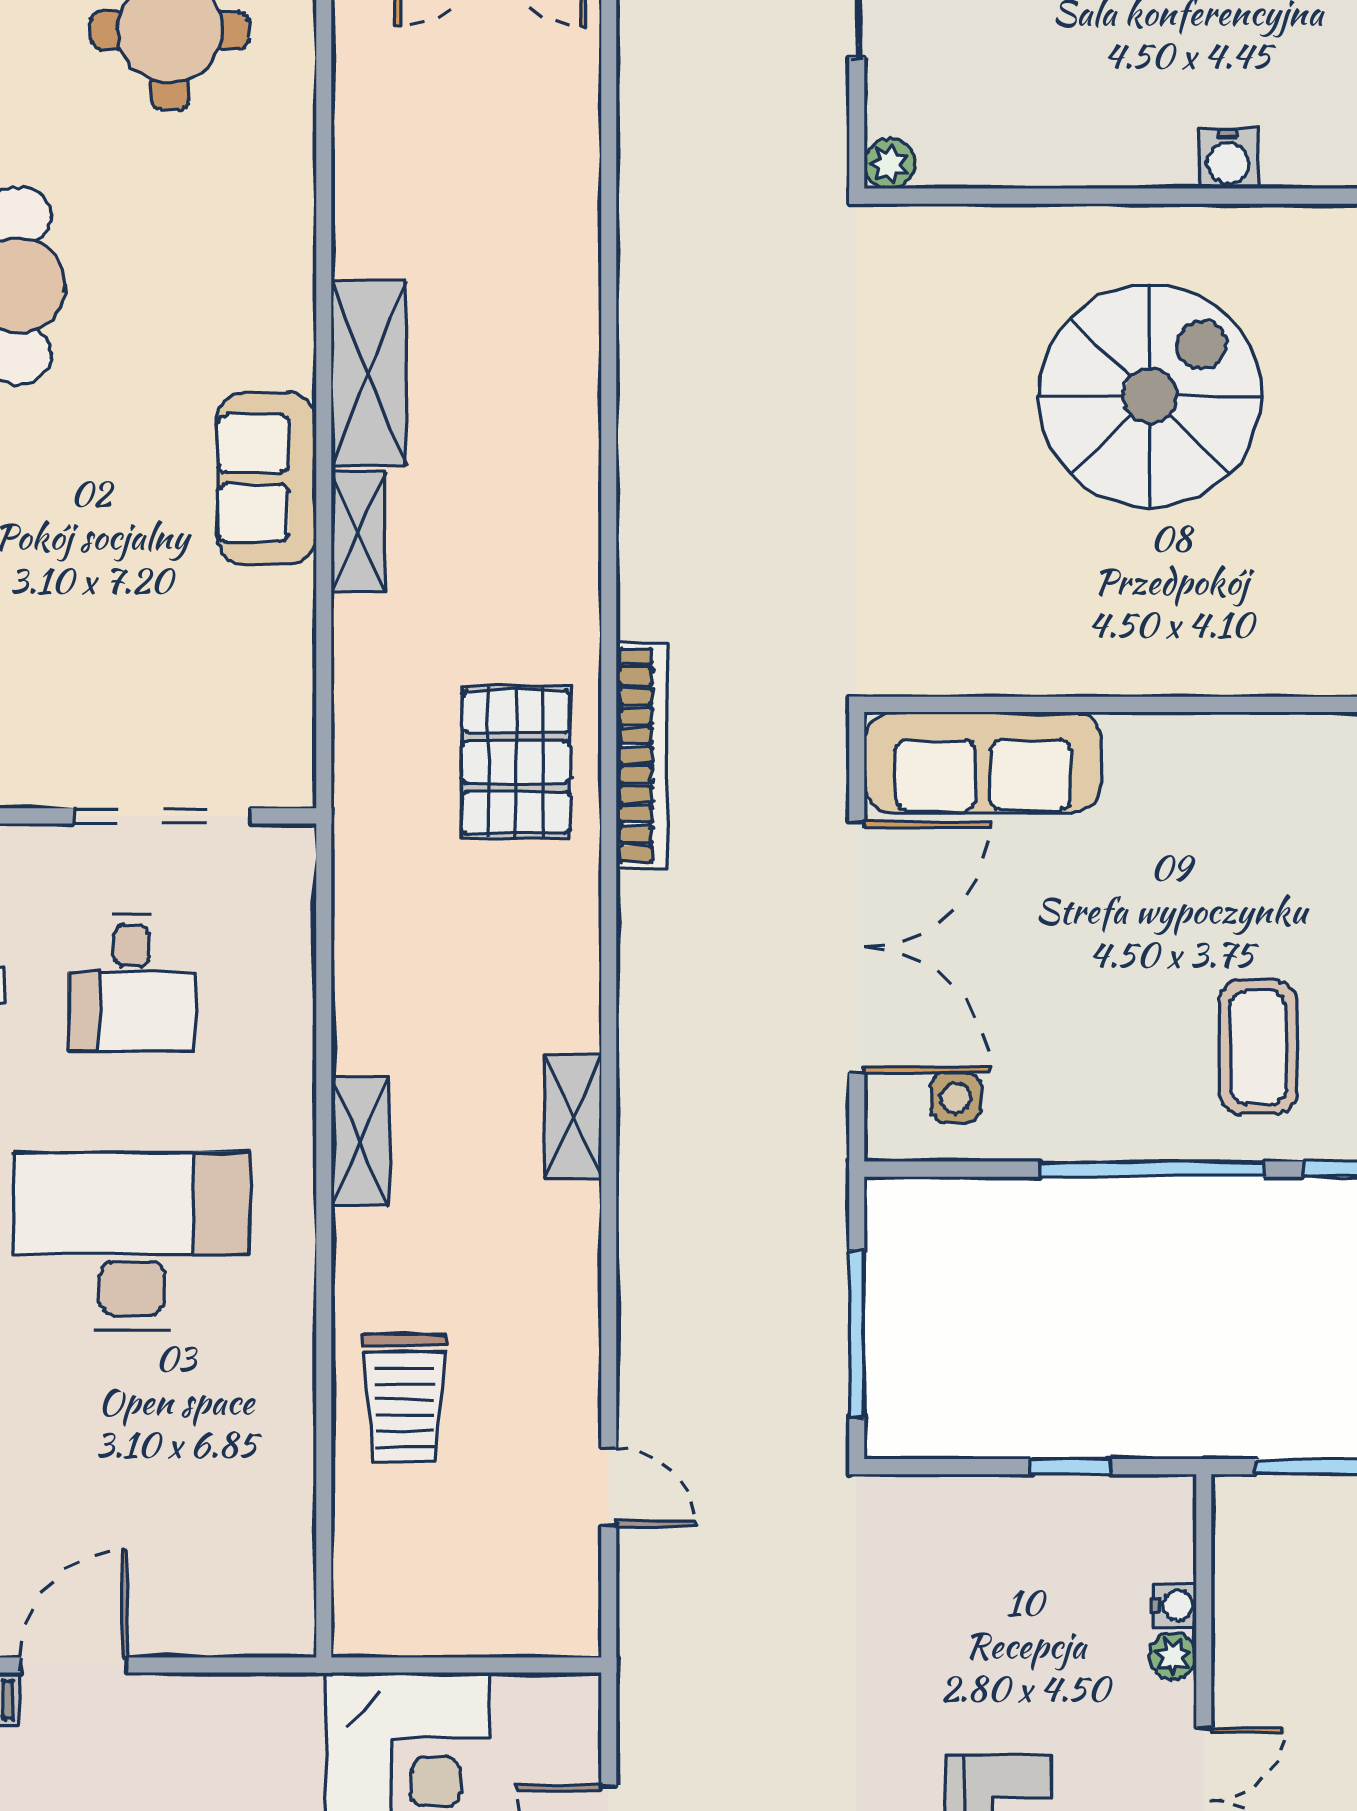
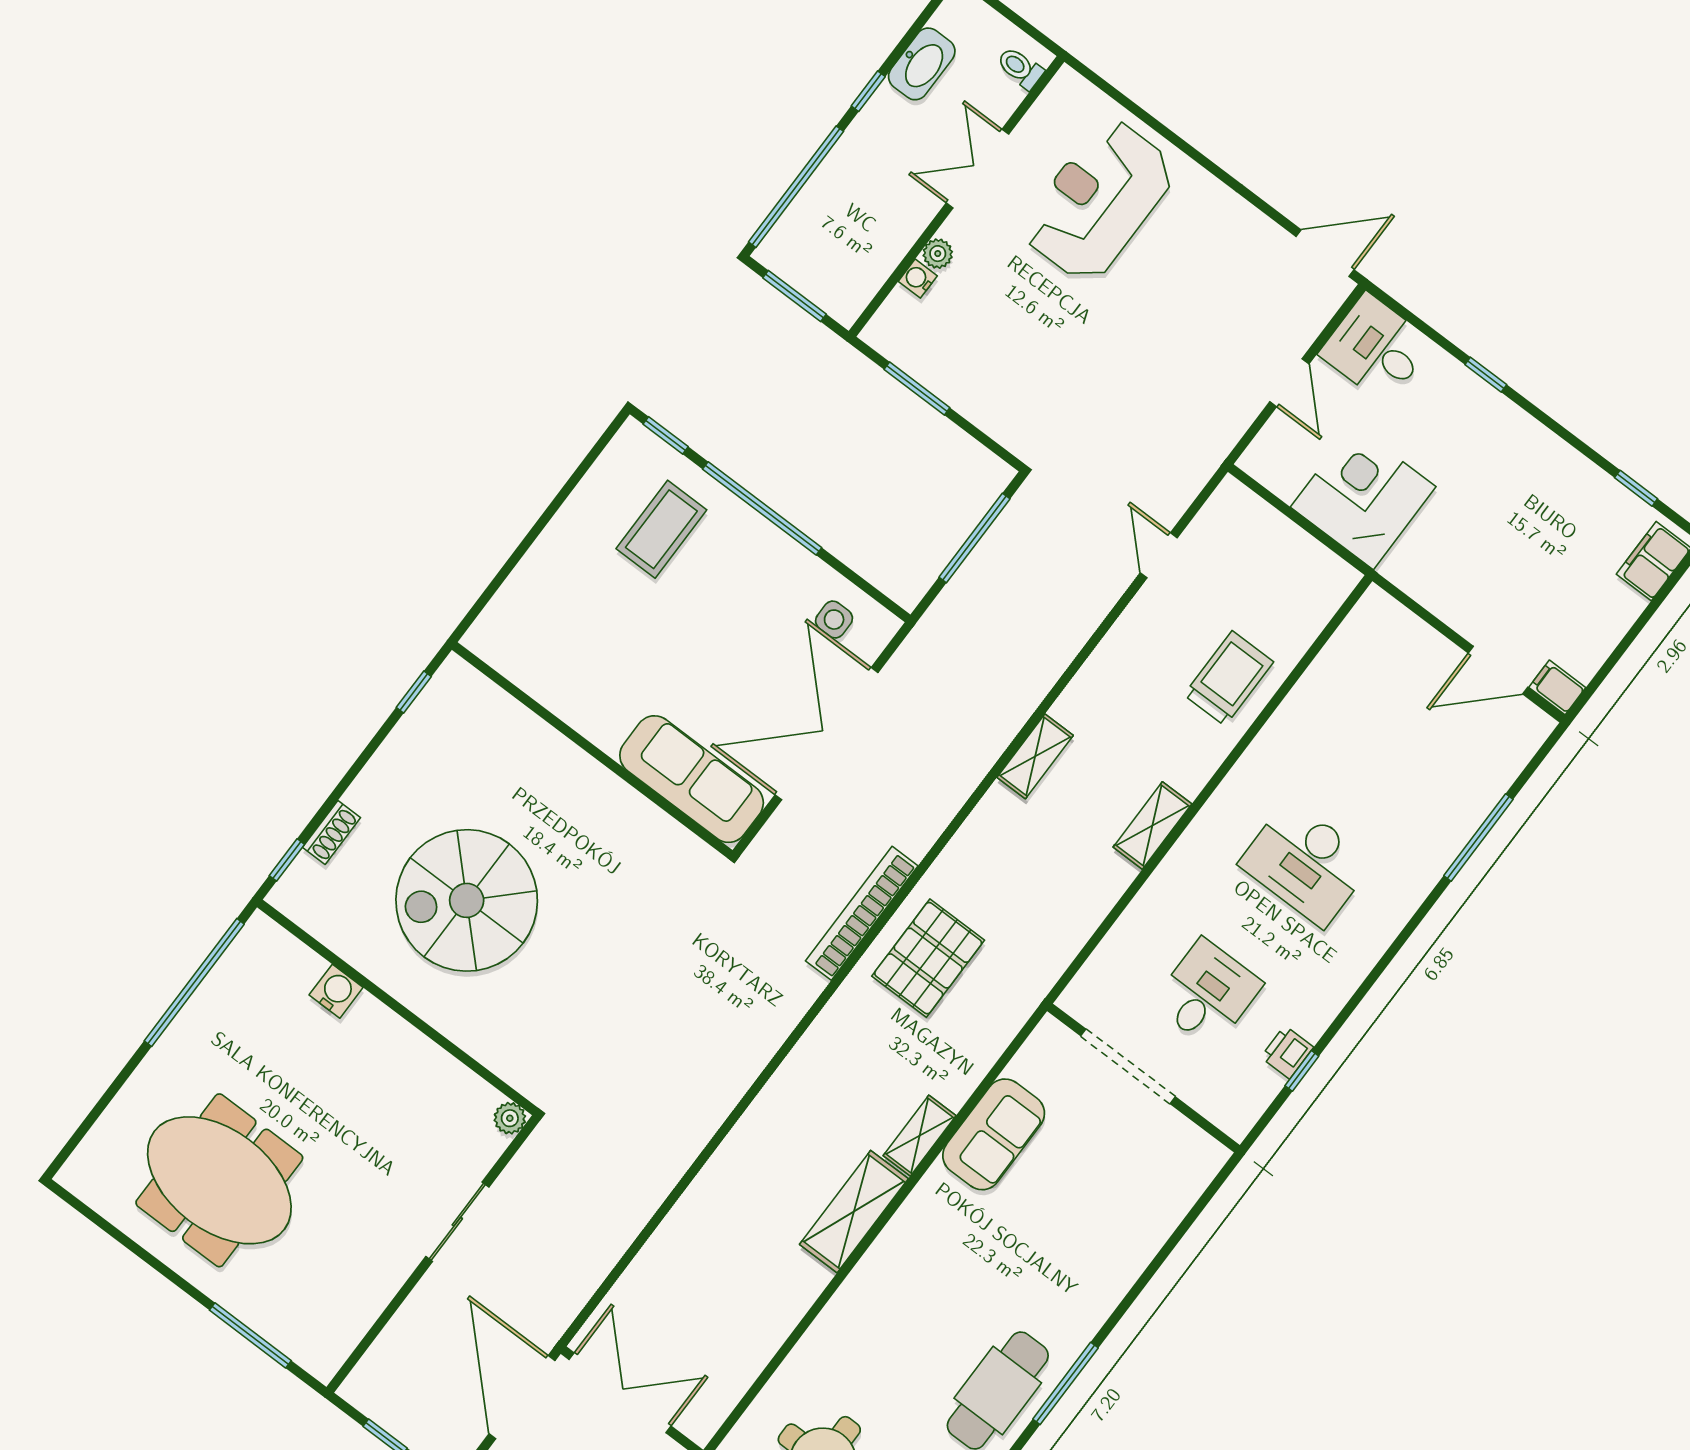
sofa: (266, 478) -> (994, 1134), moved
desk: (132, 1240) -> (1306, 863), width x0.73, depth x0.77
window: (1071, 1467) -> (917, 389), width x1.50

